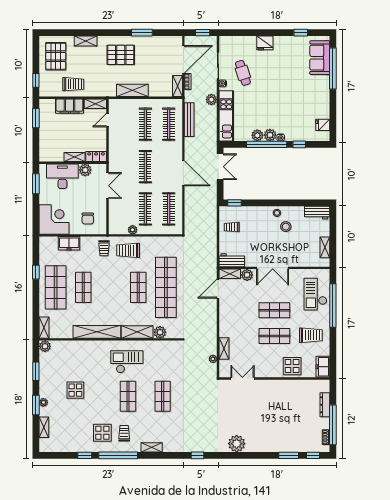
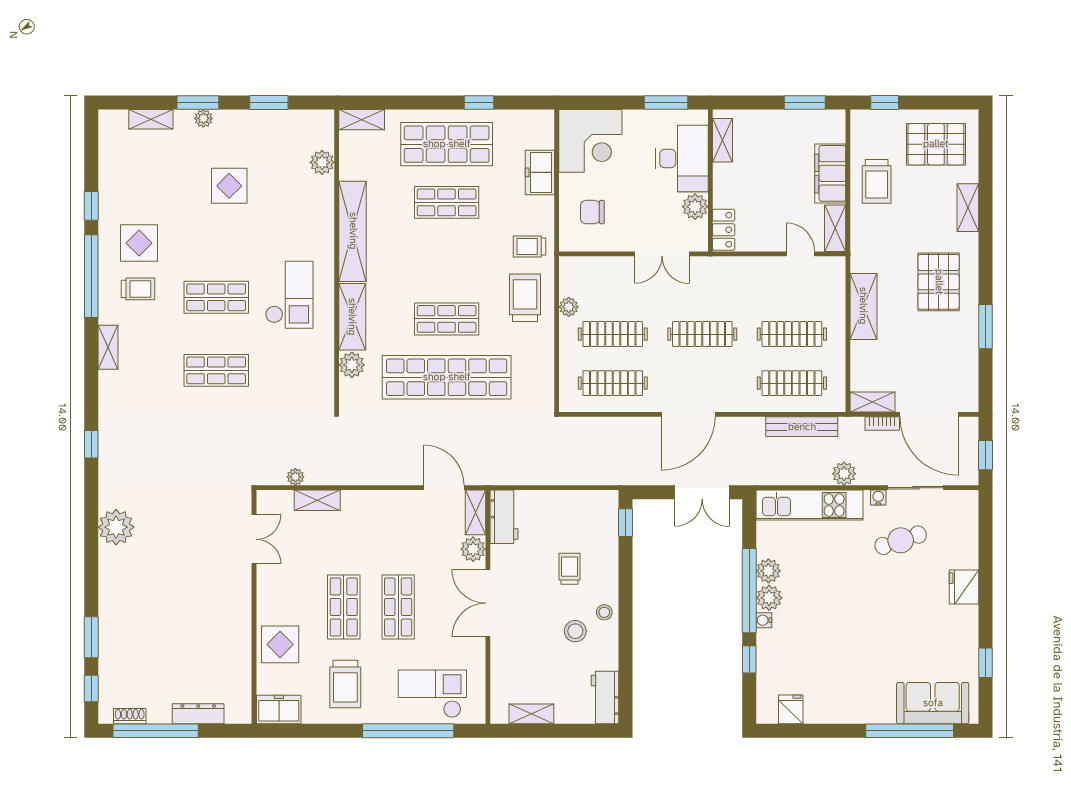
shelving: (75, 157) -> (722, 140), moved
trolley: (232, 227) -> (570, 569), moved
plant: (45, 346) -> (322, 162), moved

